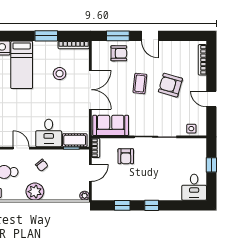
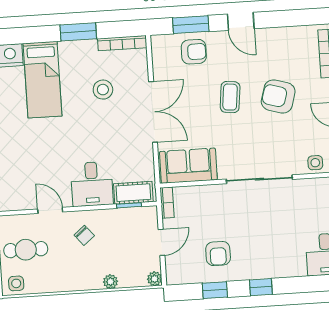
armchair: (126, 156) -> (218, 254), moved
plant: (35, 192) -> (110, 282), moved, width x0.53, depth x0.53

